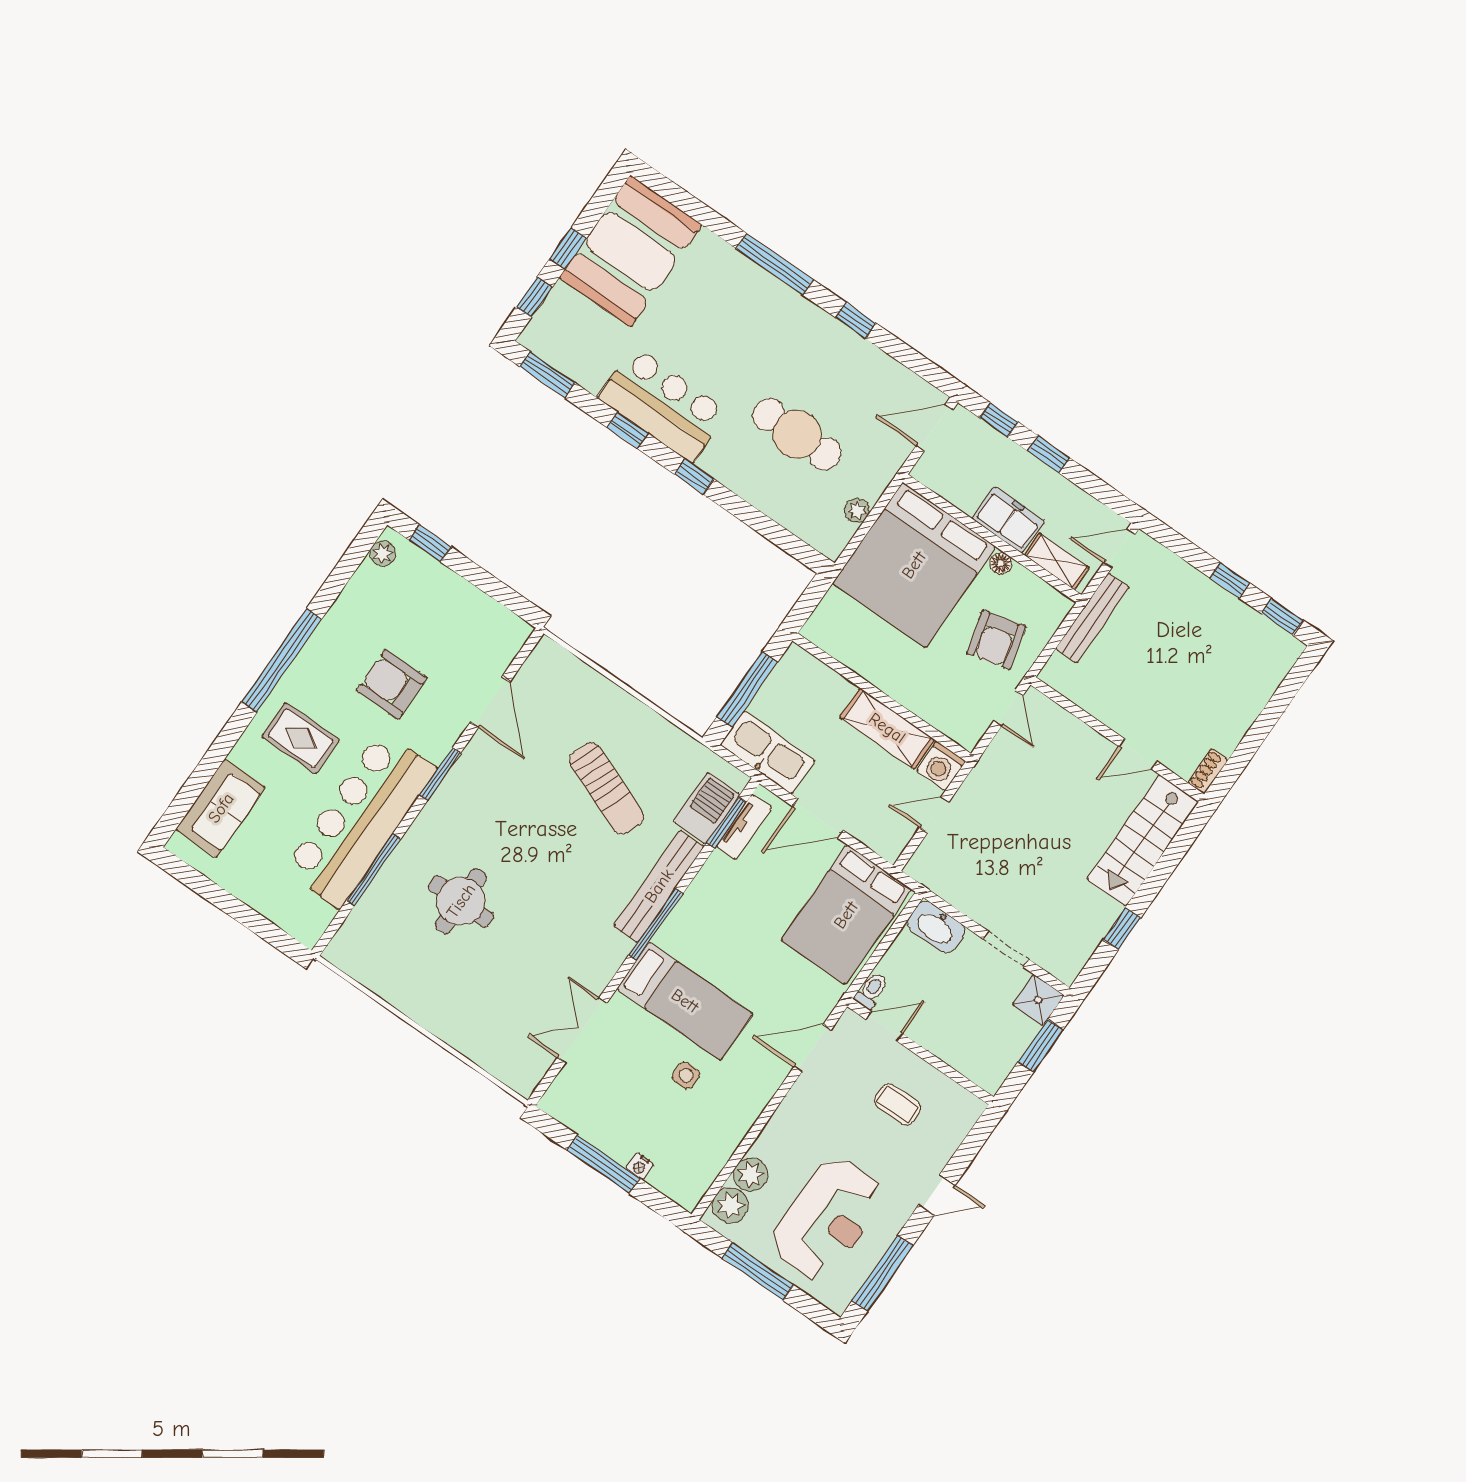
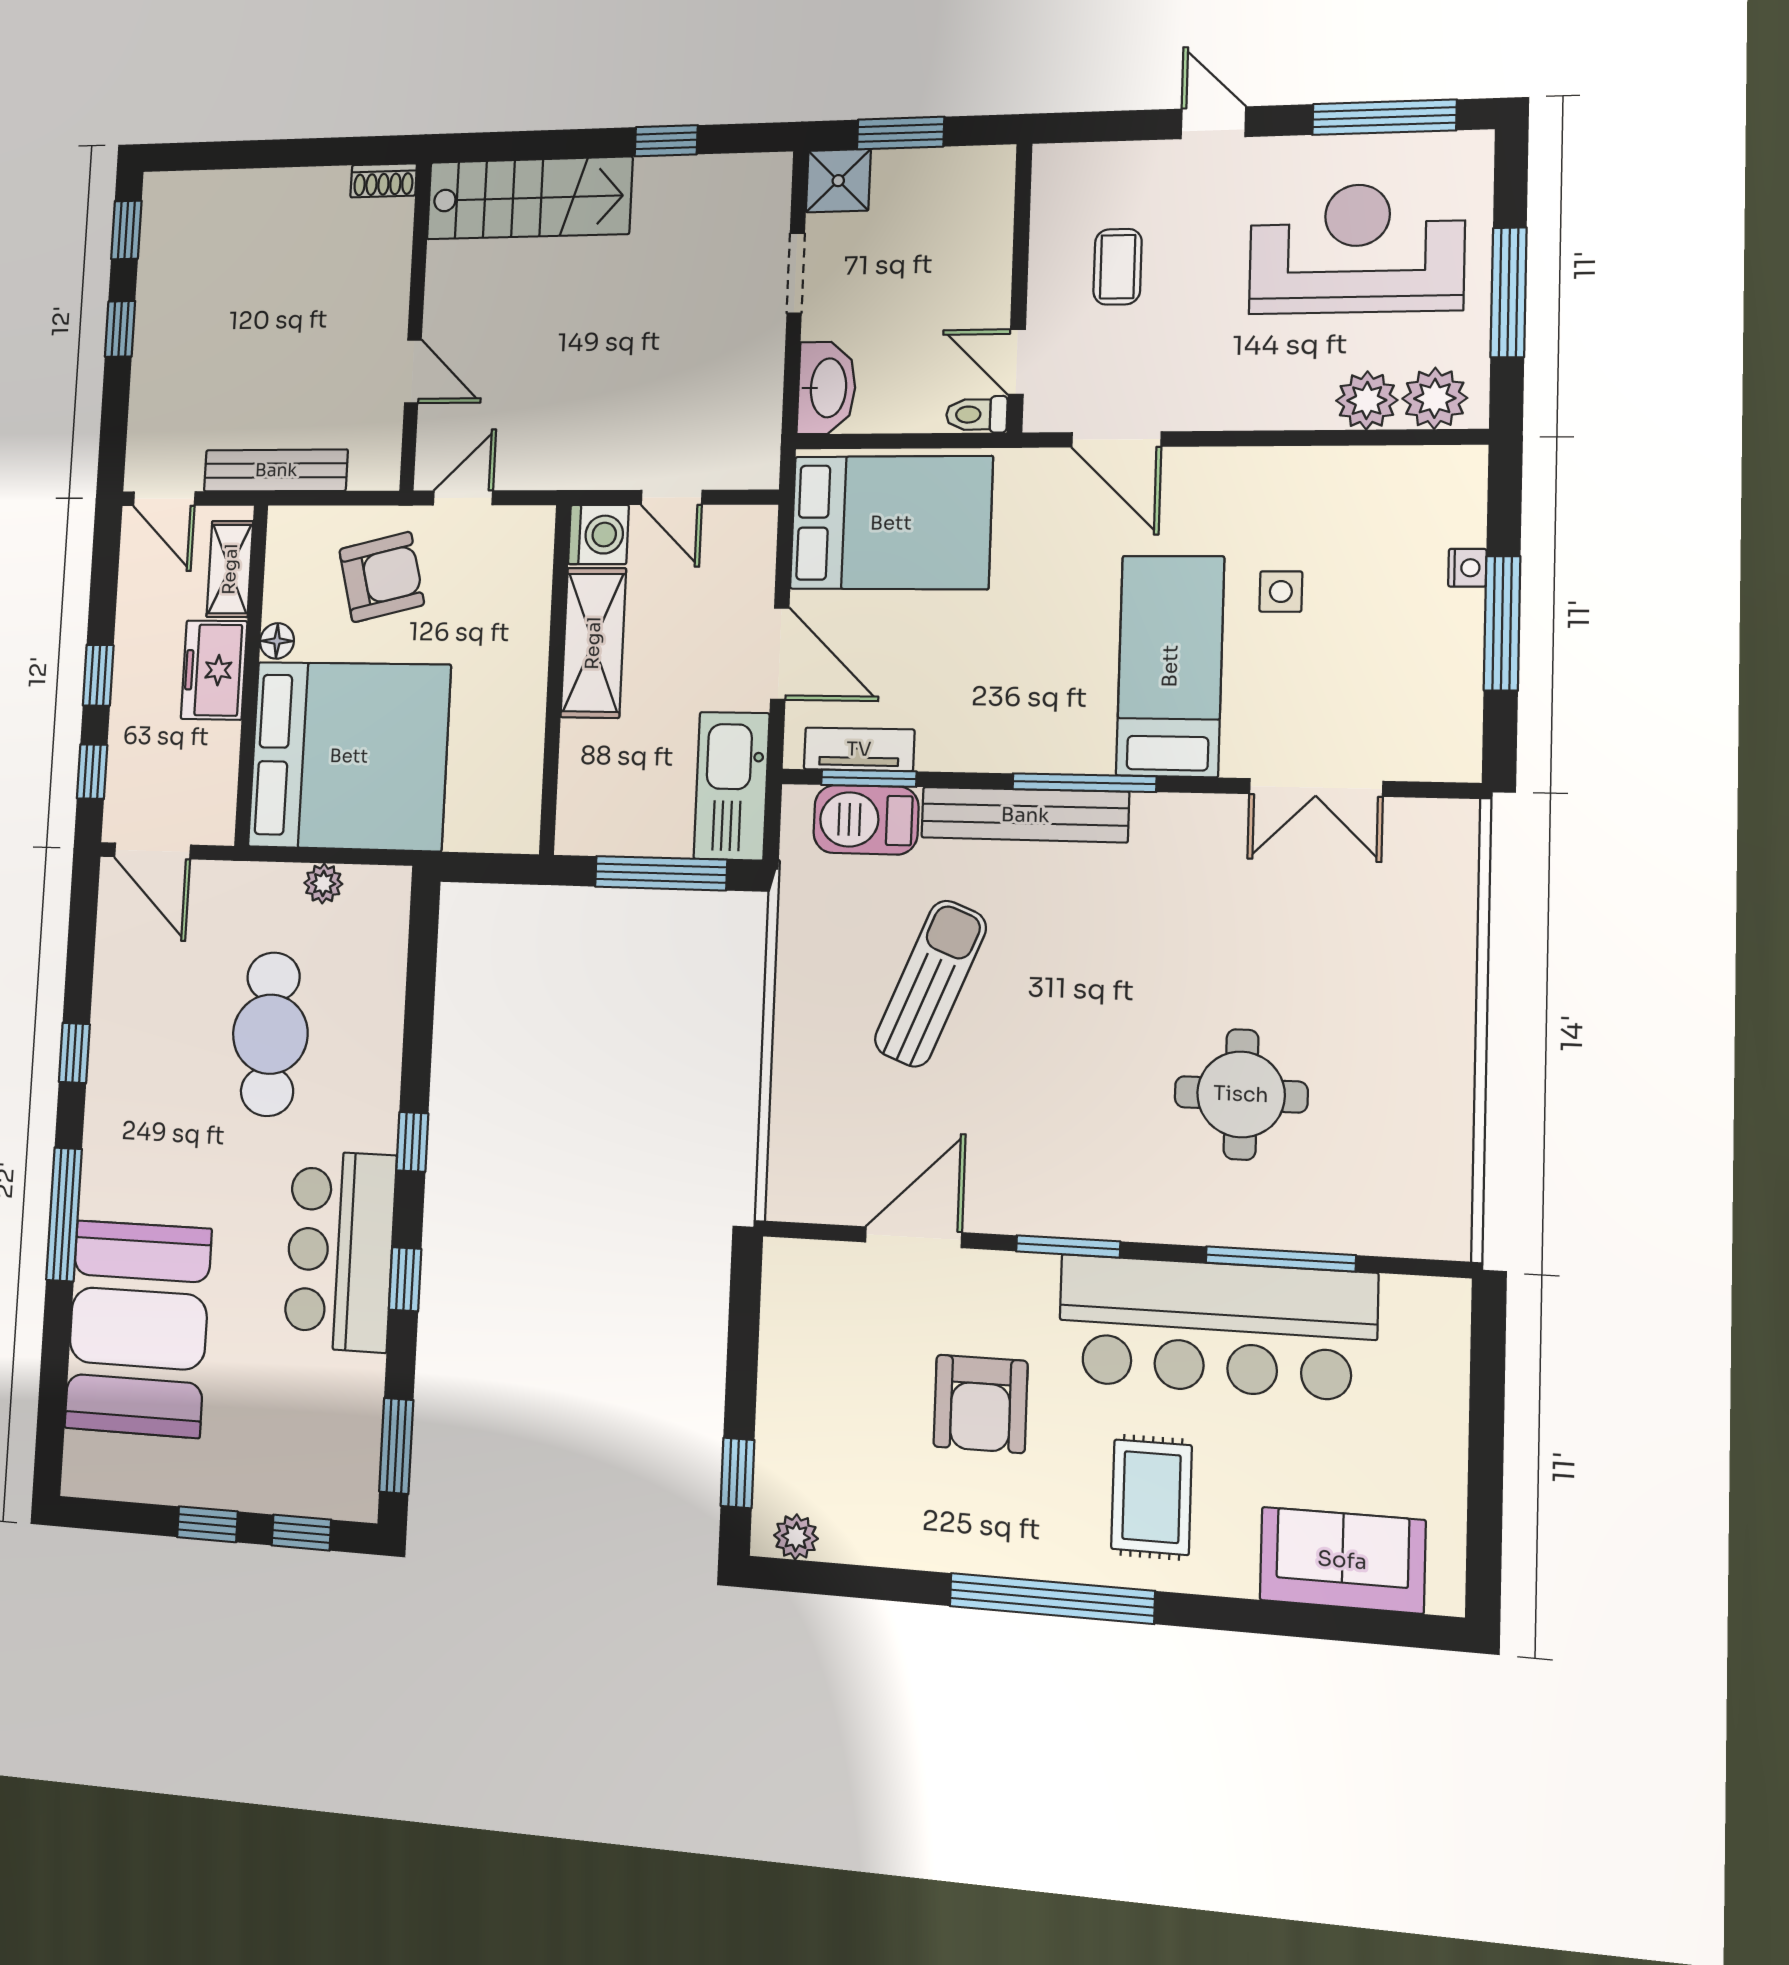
booth: (631, 251) -> (138, 1328), moved, turned 90
door: (1138, 754) -> (413, 371), moved

